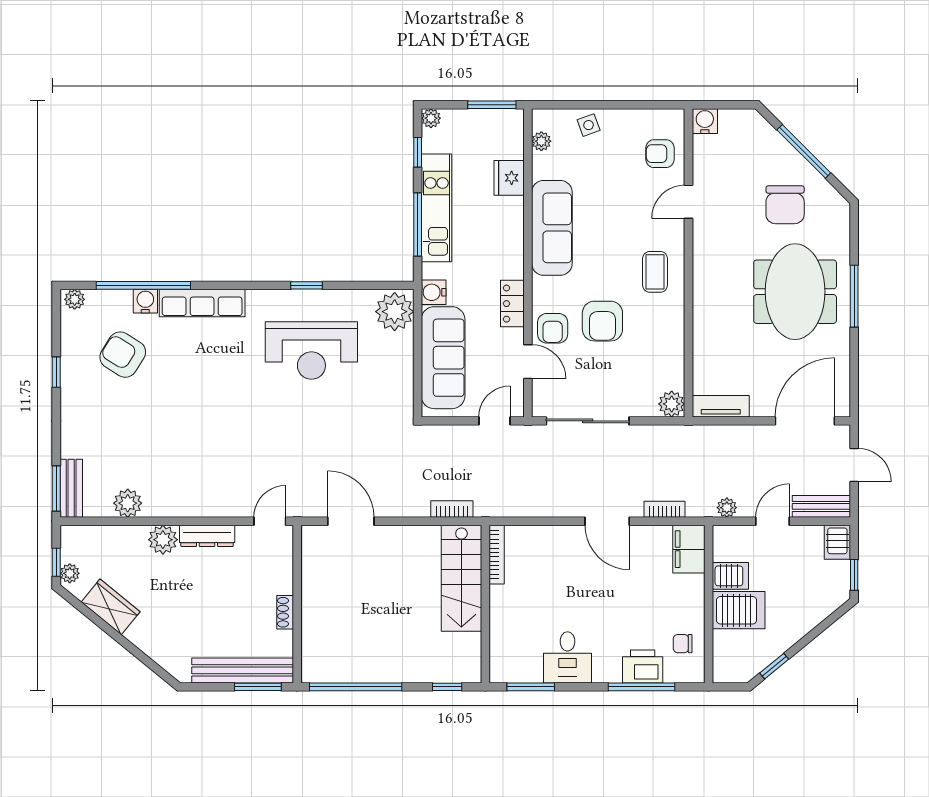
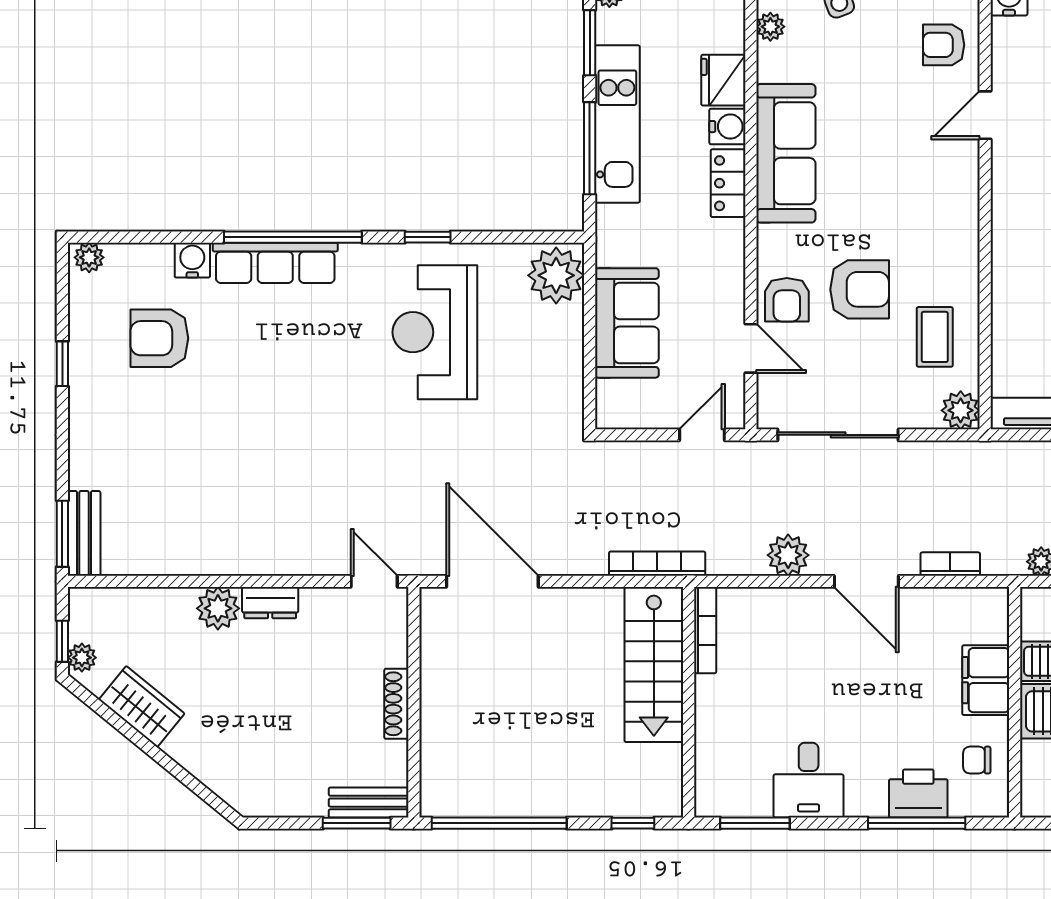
window: (418, 152) -> (590, 43), width x1.50
coffee table: (655, 272) -> (935, 337), moved
window: (143, 285) -> (293, 237), moved
water cooler: (434, 292) -> (727, 127), moved, turned 180
locker: (512, 304) -> (728, 183), moved
armchair: (602, 321) -> (860, 289), turned -90
reception desk: (311, 350) -> (435, 332), turned 90
armchair: (123, 355) -> (159, 338), turned -32
sofa: (443, 358) -> (627, 323), width x0.73
plant: (128, 503) -> (788, 555), moved
bookcase: (452, 509) -> (657, 564), width x1.56
door: (270, 521) -> (374, 581), hinge flipped
door: (351, 521) -> (492, 581), width x1.36
dresser: (207, 536) -> (270, 603), width x0.70
filing cabinet: (689, 549) -> (986, 680), moved
shoe rack: (285, 612) -> (396, 704), width x1.43
bench: (243, 670) -> (369, 803), width x0.54, depth x0.82

